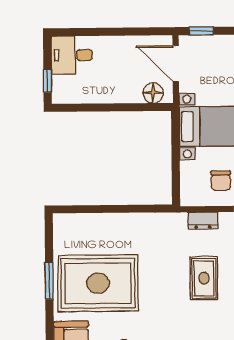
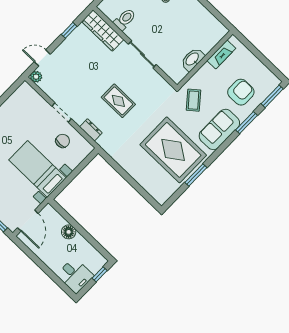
floor lamp: (153, 93) -> (69, 232), moved
rug: (204, 278) -> (118, 101), turned 90

